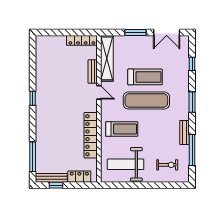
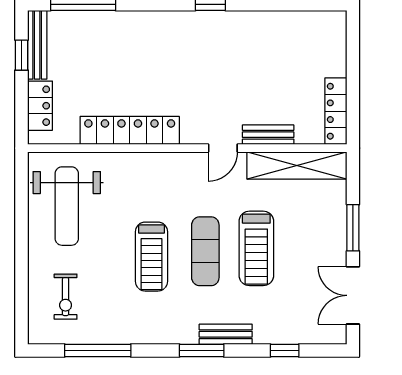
exercise mat: (146, 100) -> (205, 251), width x0.73, depth x0.69
treadmill: (122, 129) -> (151, 257), moved
bench: (185, 133) -> (226, 334), moved
weight bench: (126, 164) -> (67, 206), turned 180

